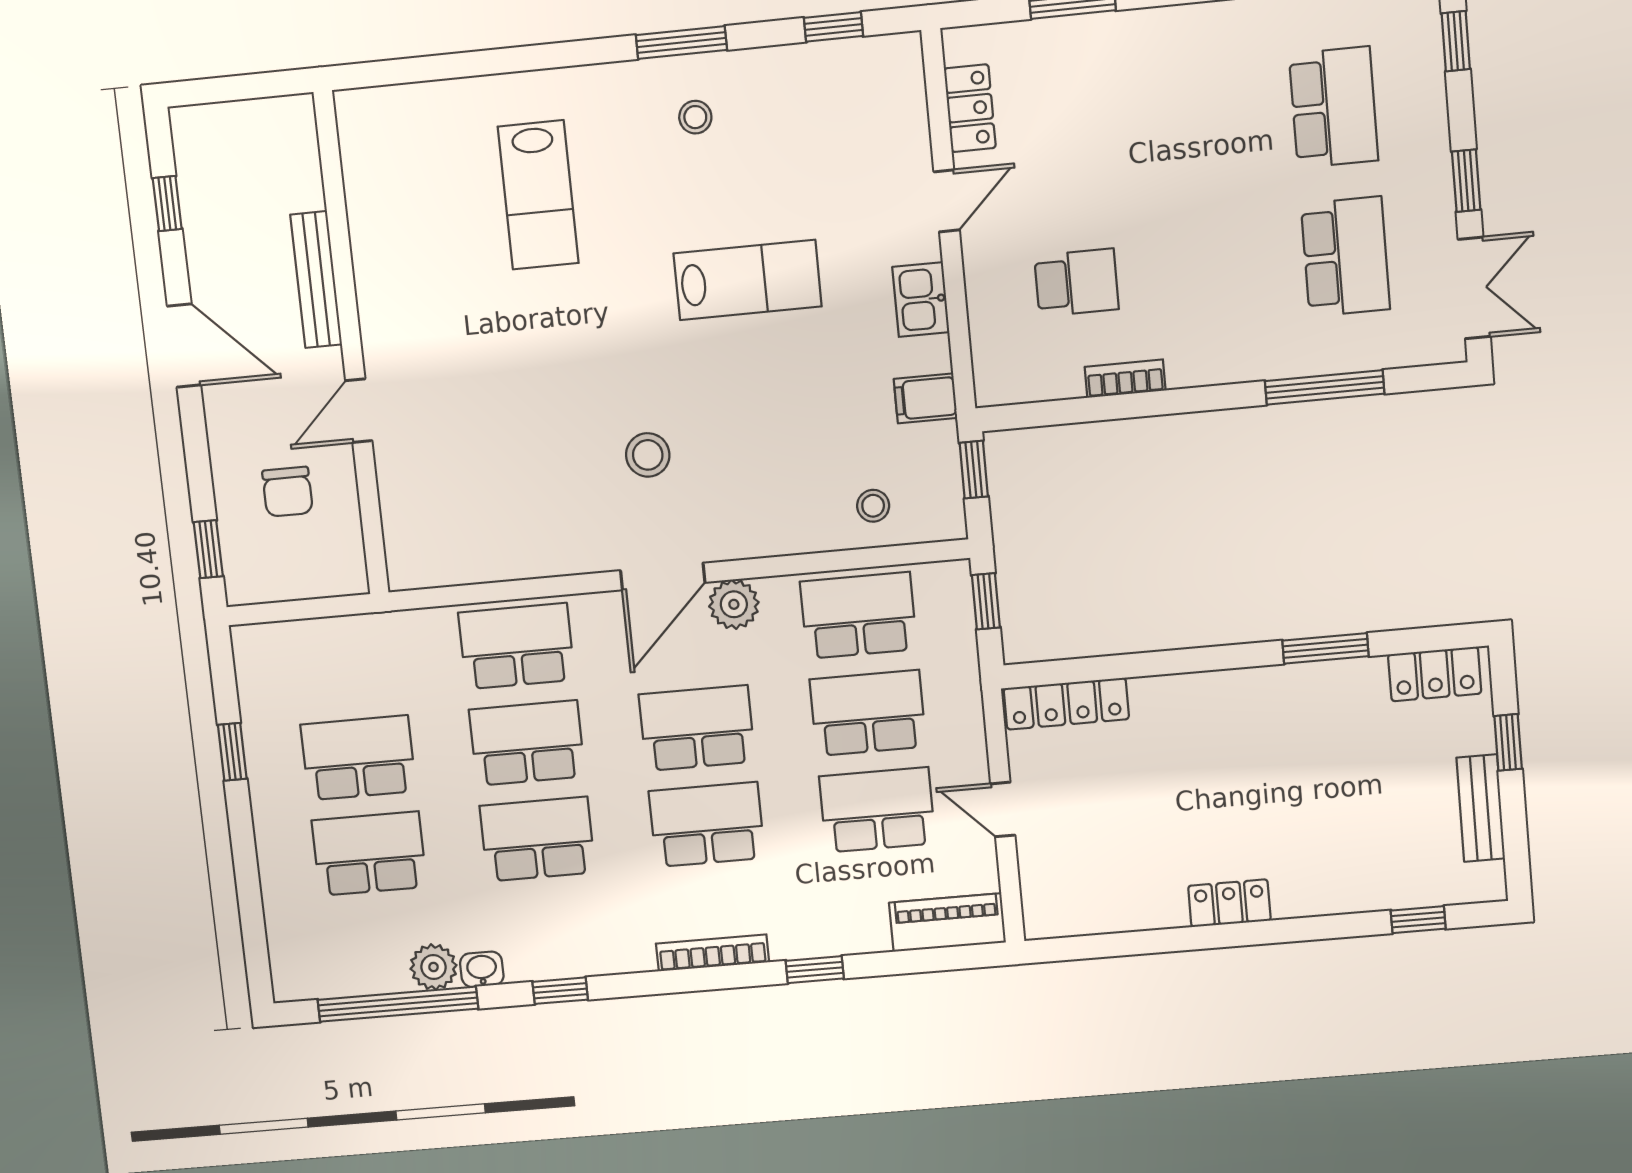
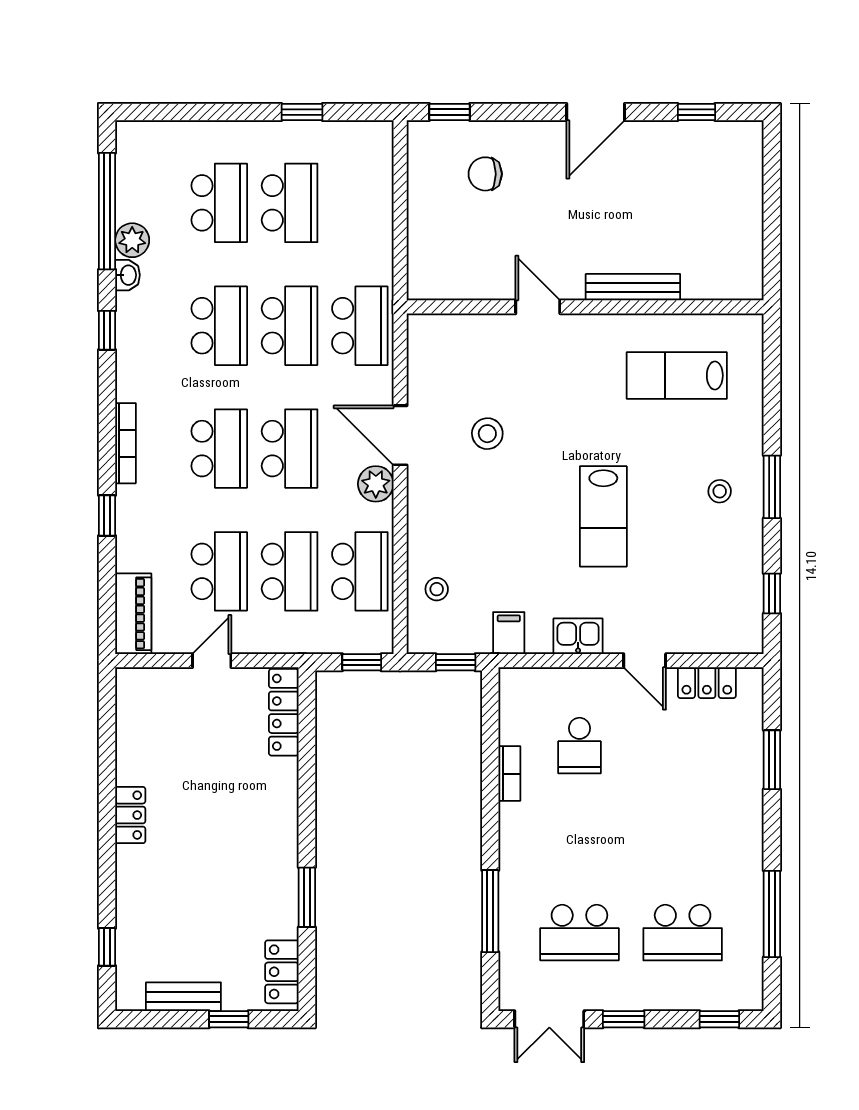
bench: (316, 280) -> (633, 287), moved
wall: (351, 344) -> (585, 307), moved
door: (359, 411) -> (538, 307), moved

